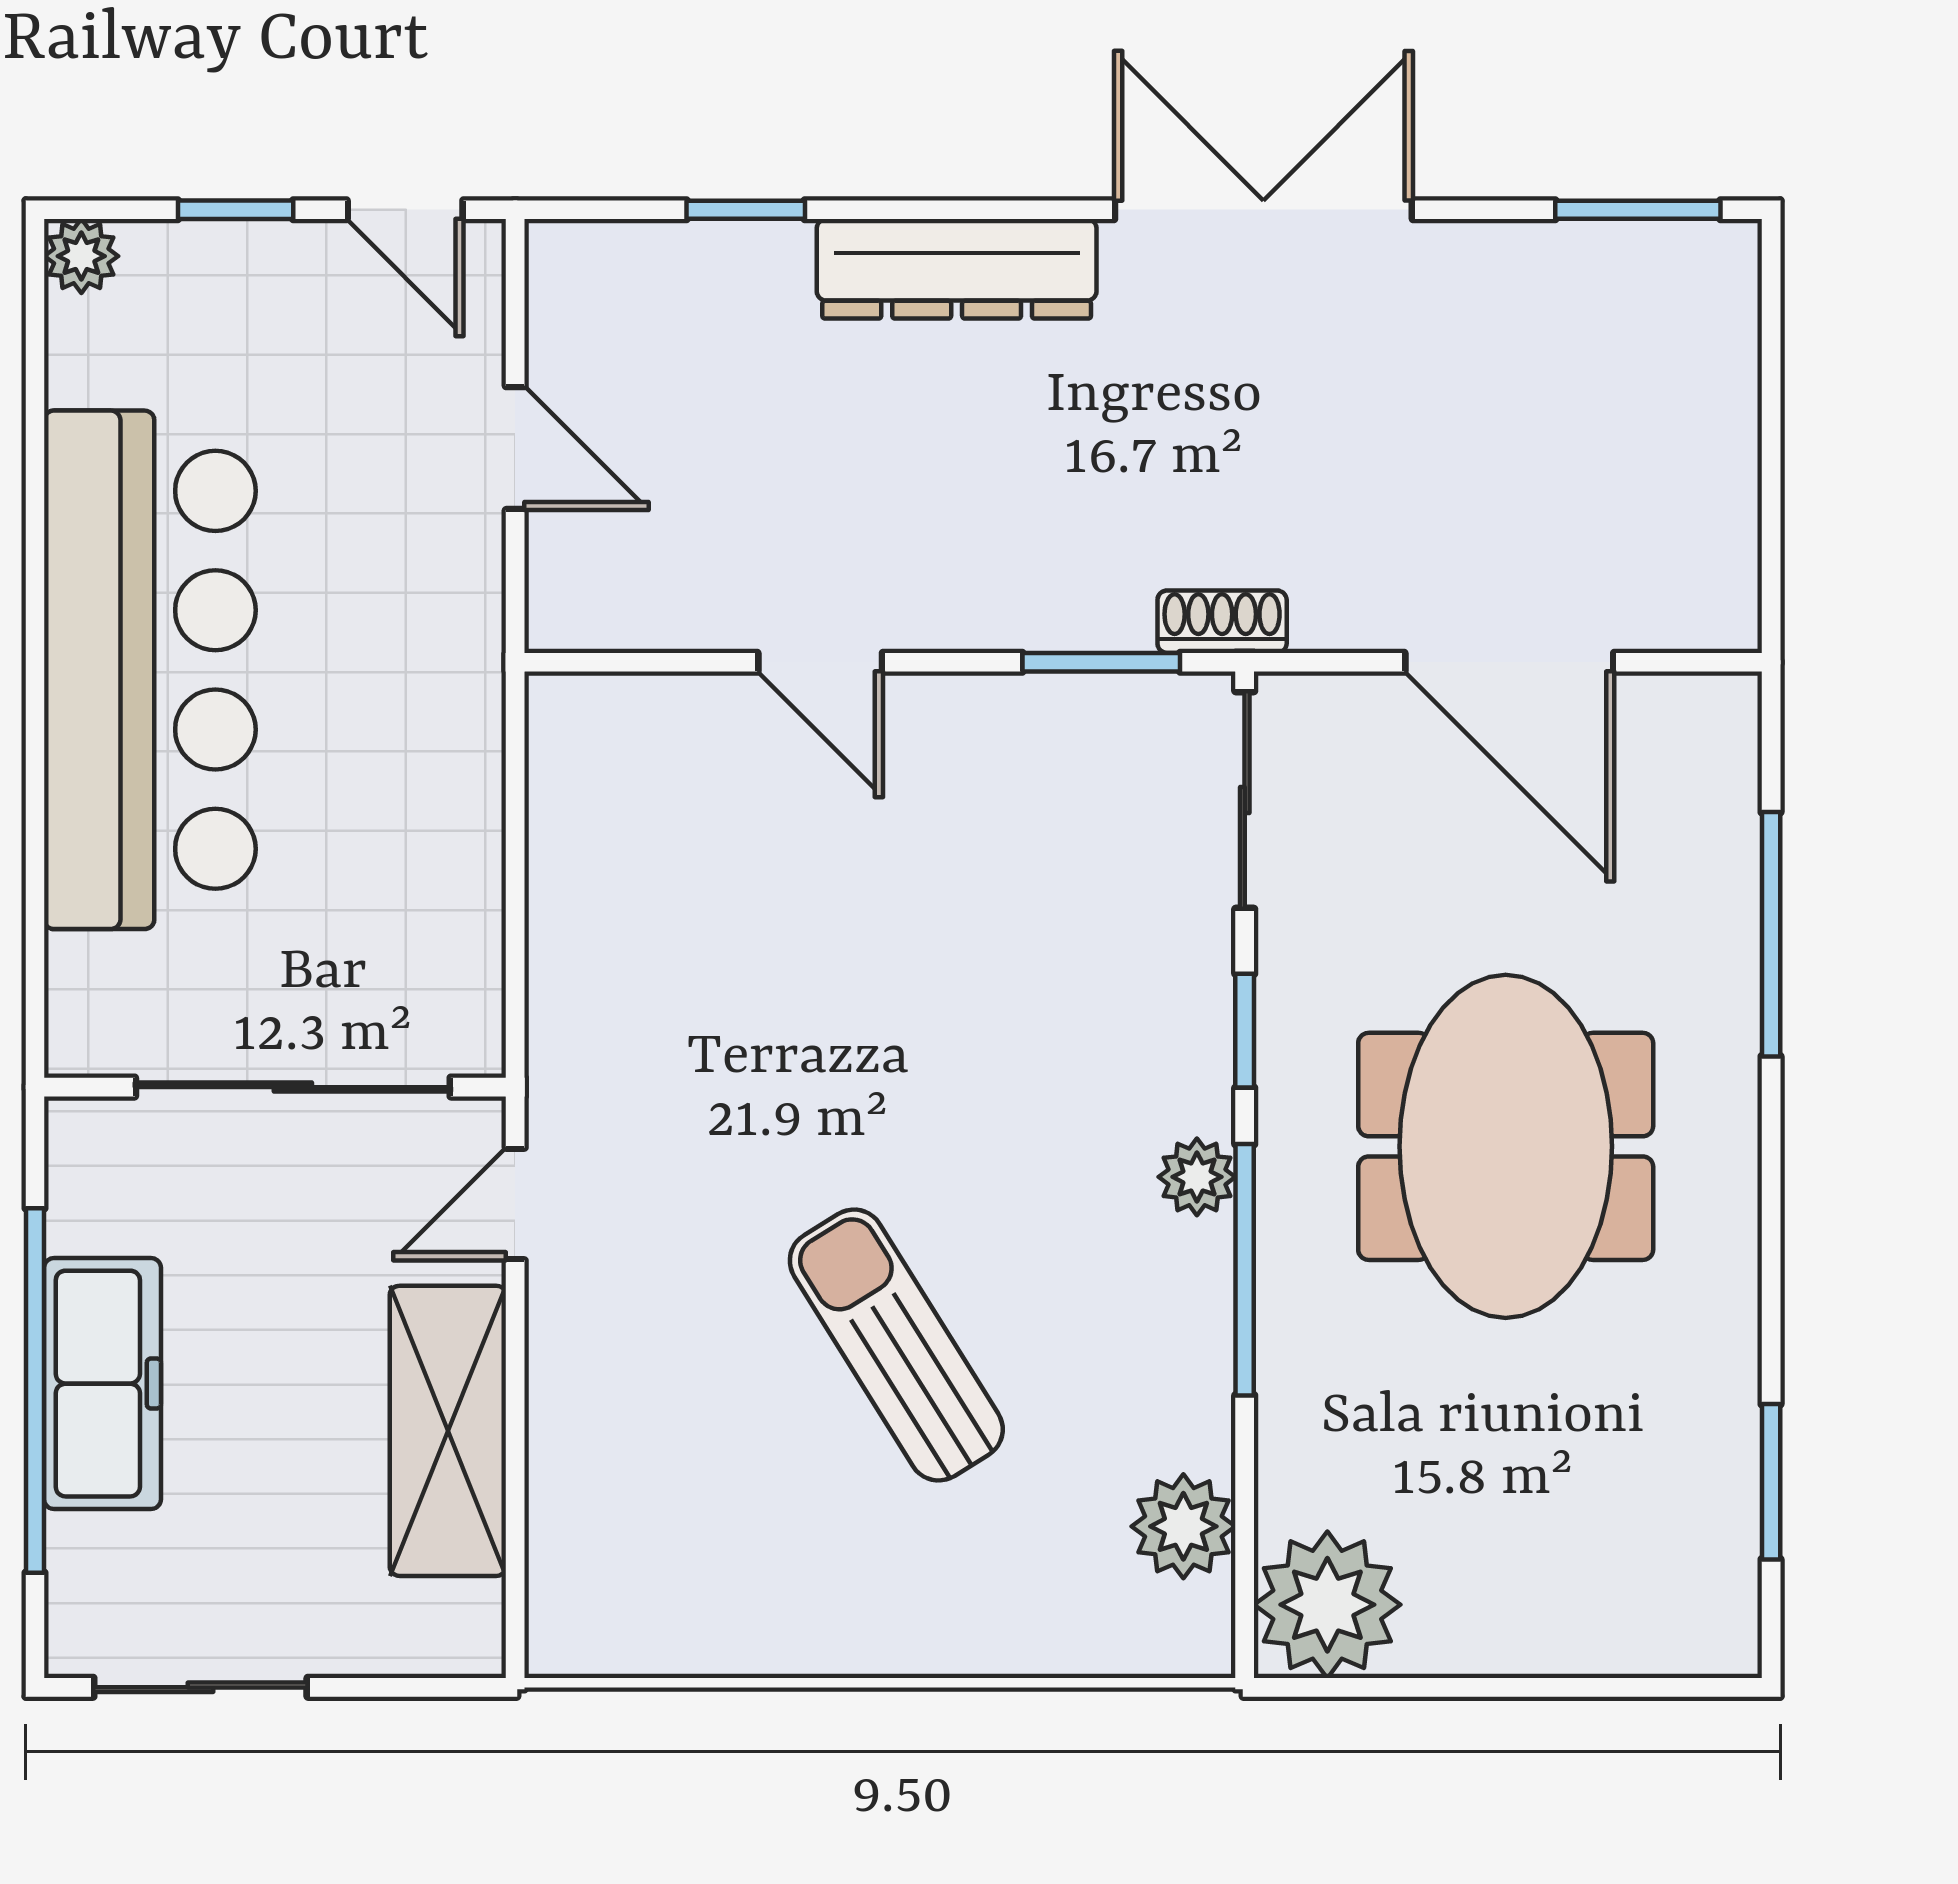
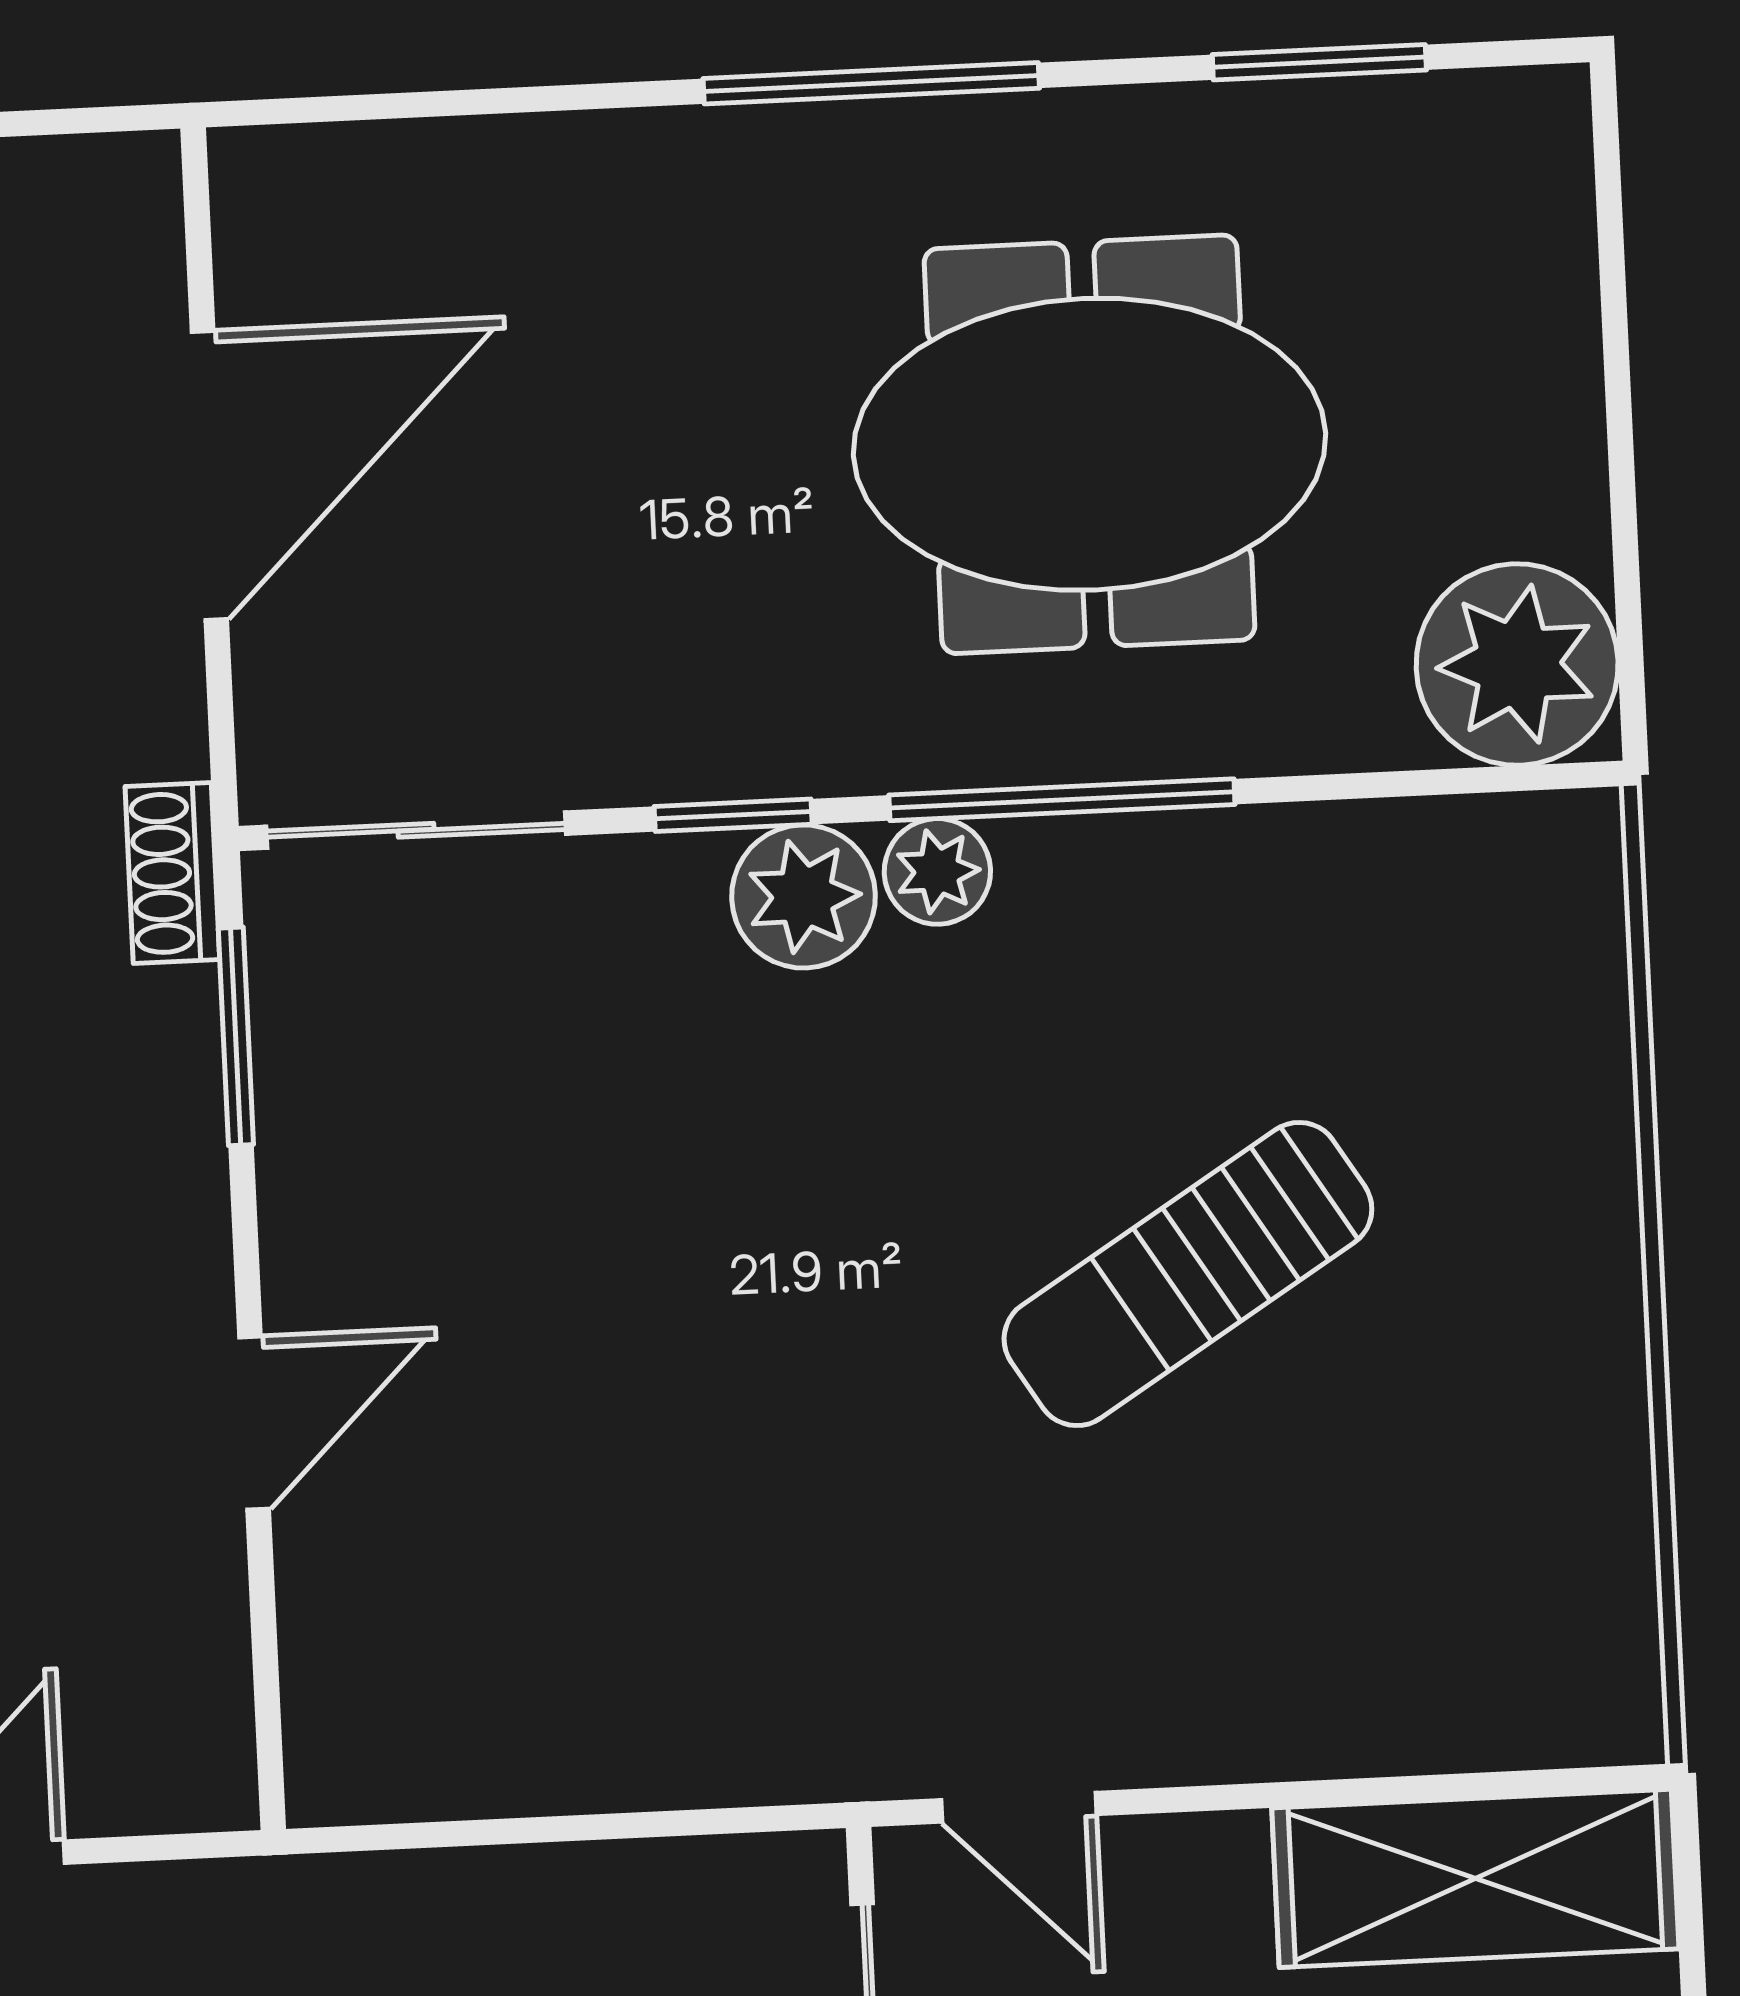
window: (1771, 934) -> (871, 83), moved
meeting table: (1506, 1146) -> (1089, 444), moved
shelving: (448, 1431) -> (1475, 1878), moved
plant: (1183, 1526) -> (804, 896), moved

